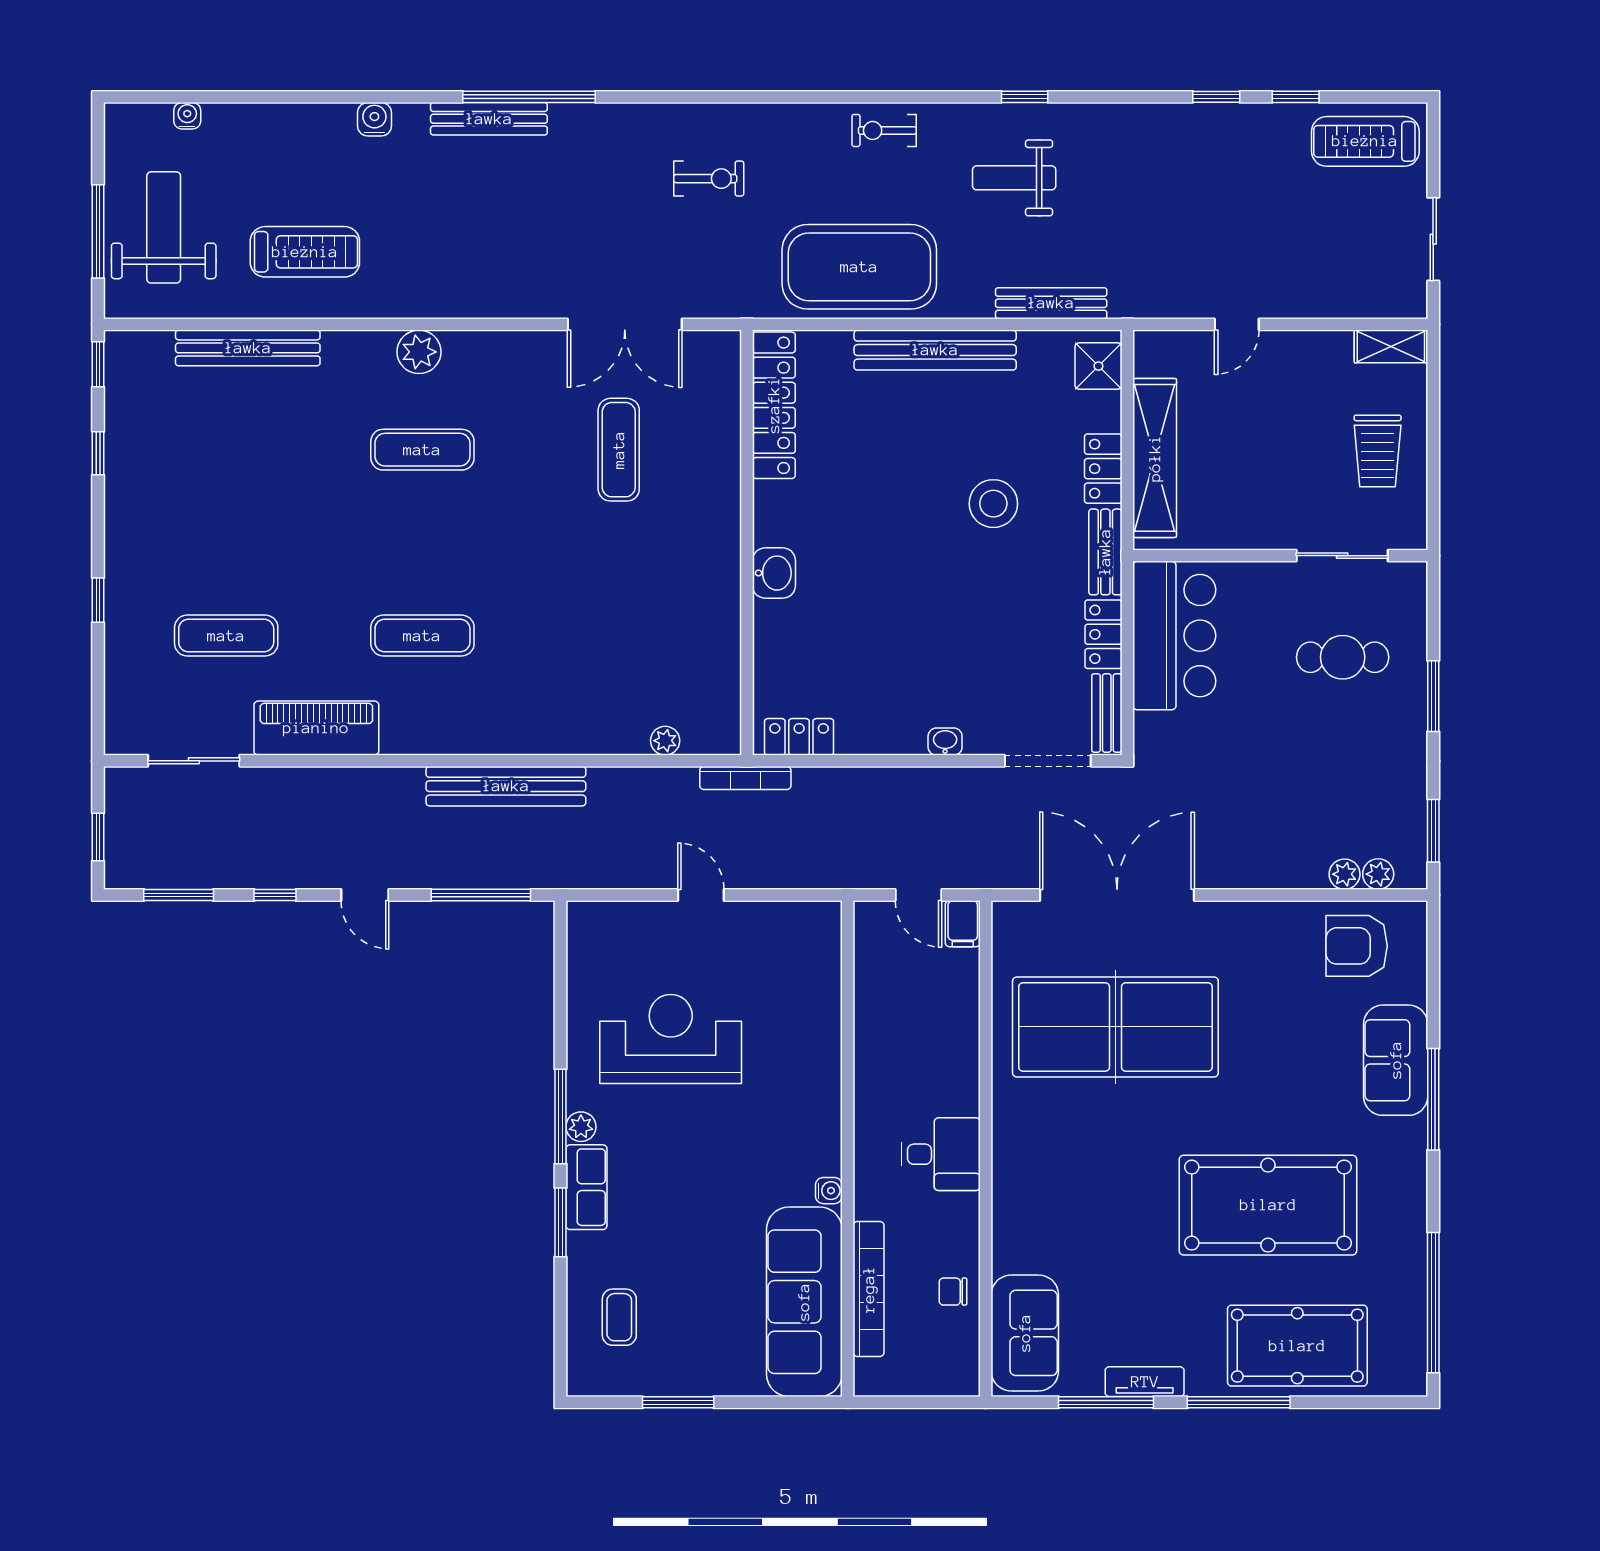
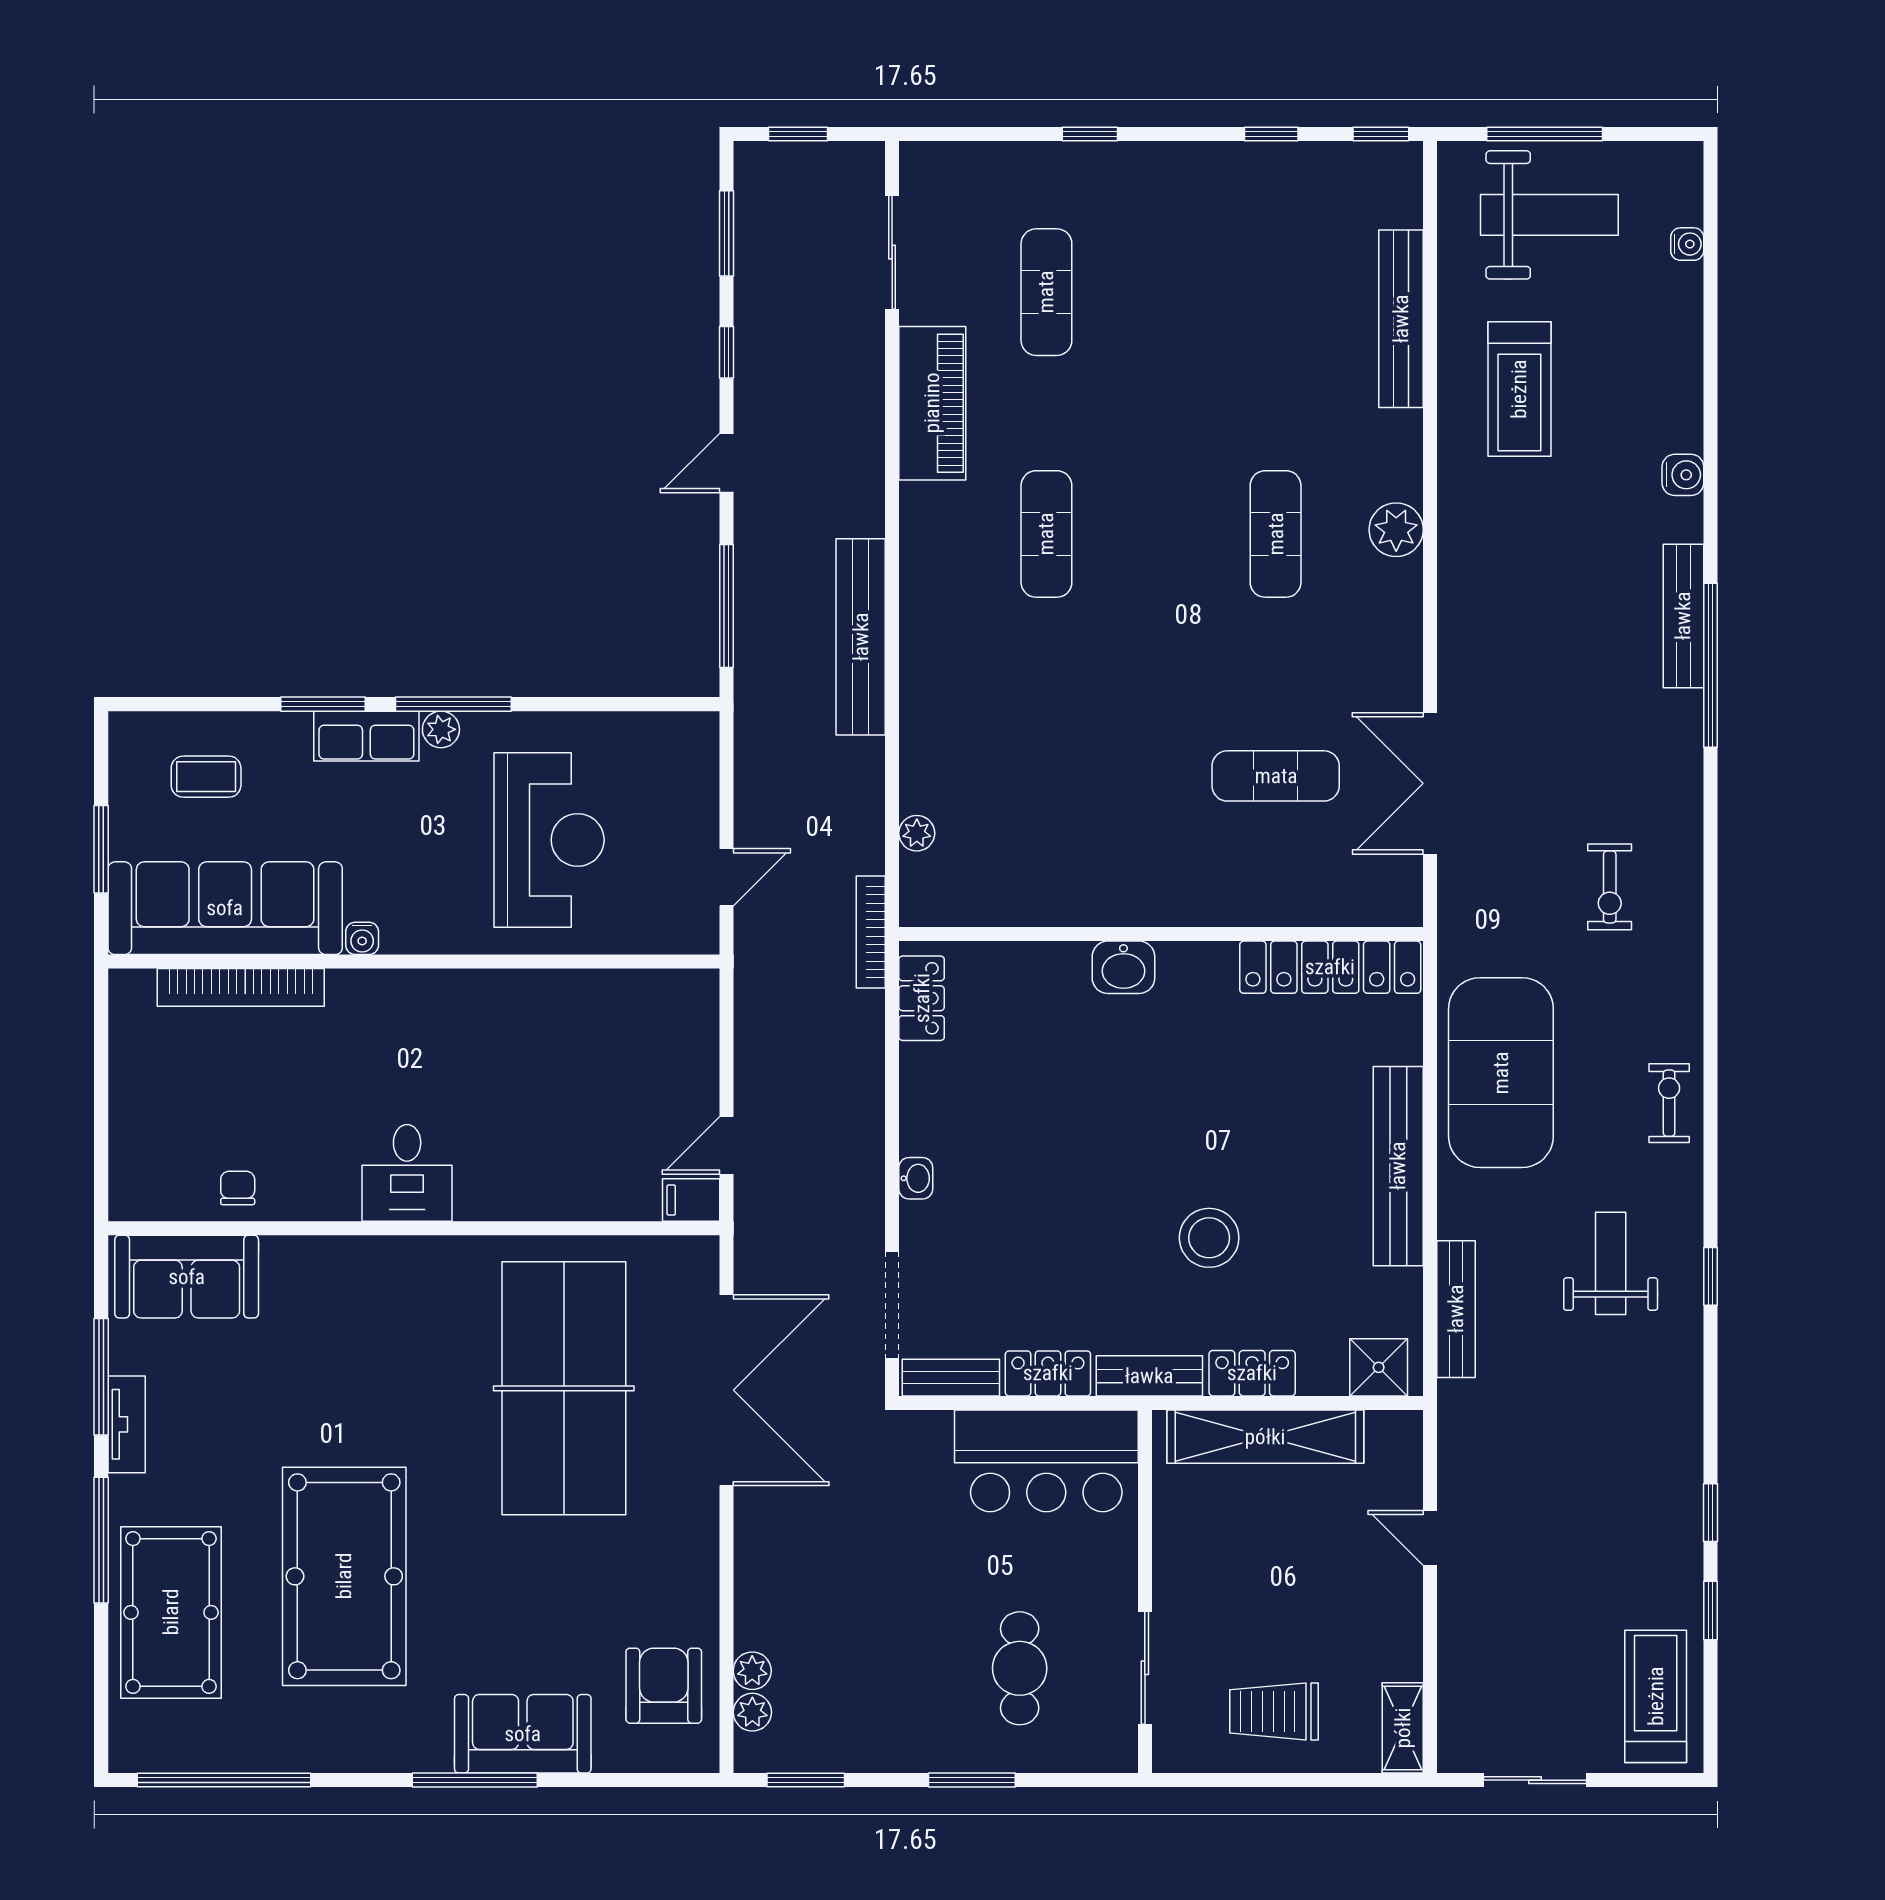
wall: (848, 1149) -> (414, 962), moved
water cooler: (829, 1191) -> (362, 938), moved
bookcase: (869, 1289) -> (241, 987), moved
sofa: (804, 1302) -> (225, 908), moved

